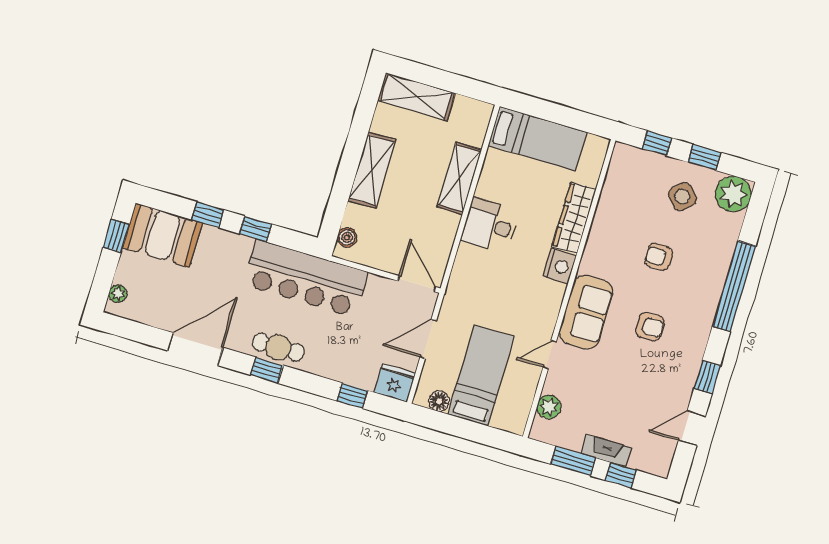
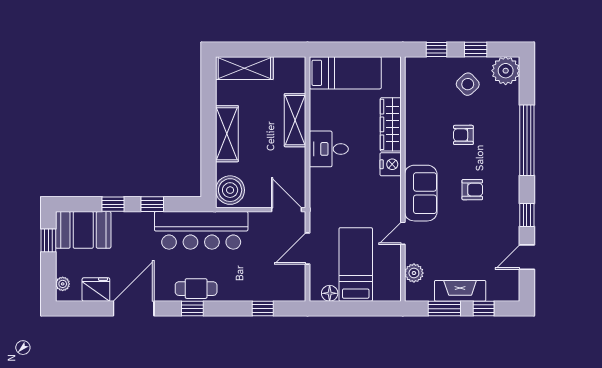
boiler: (347, 237) -> (230, 190), width x1.86, depth x1.86
fridge: (395, 383) -> (96, 290), moved
fireplace: (606, 451) -> (460, 291), width x1.37, depth x1.32

